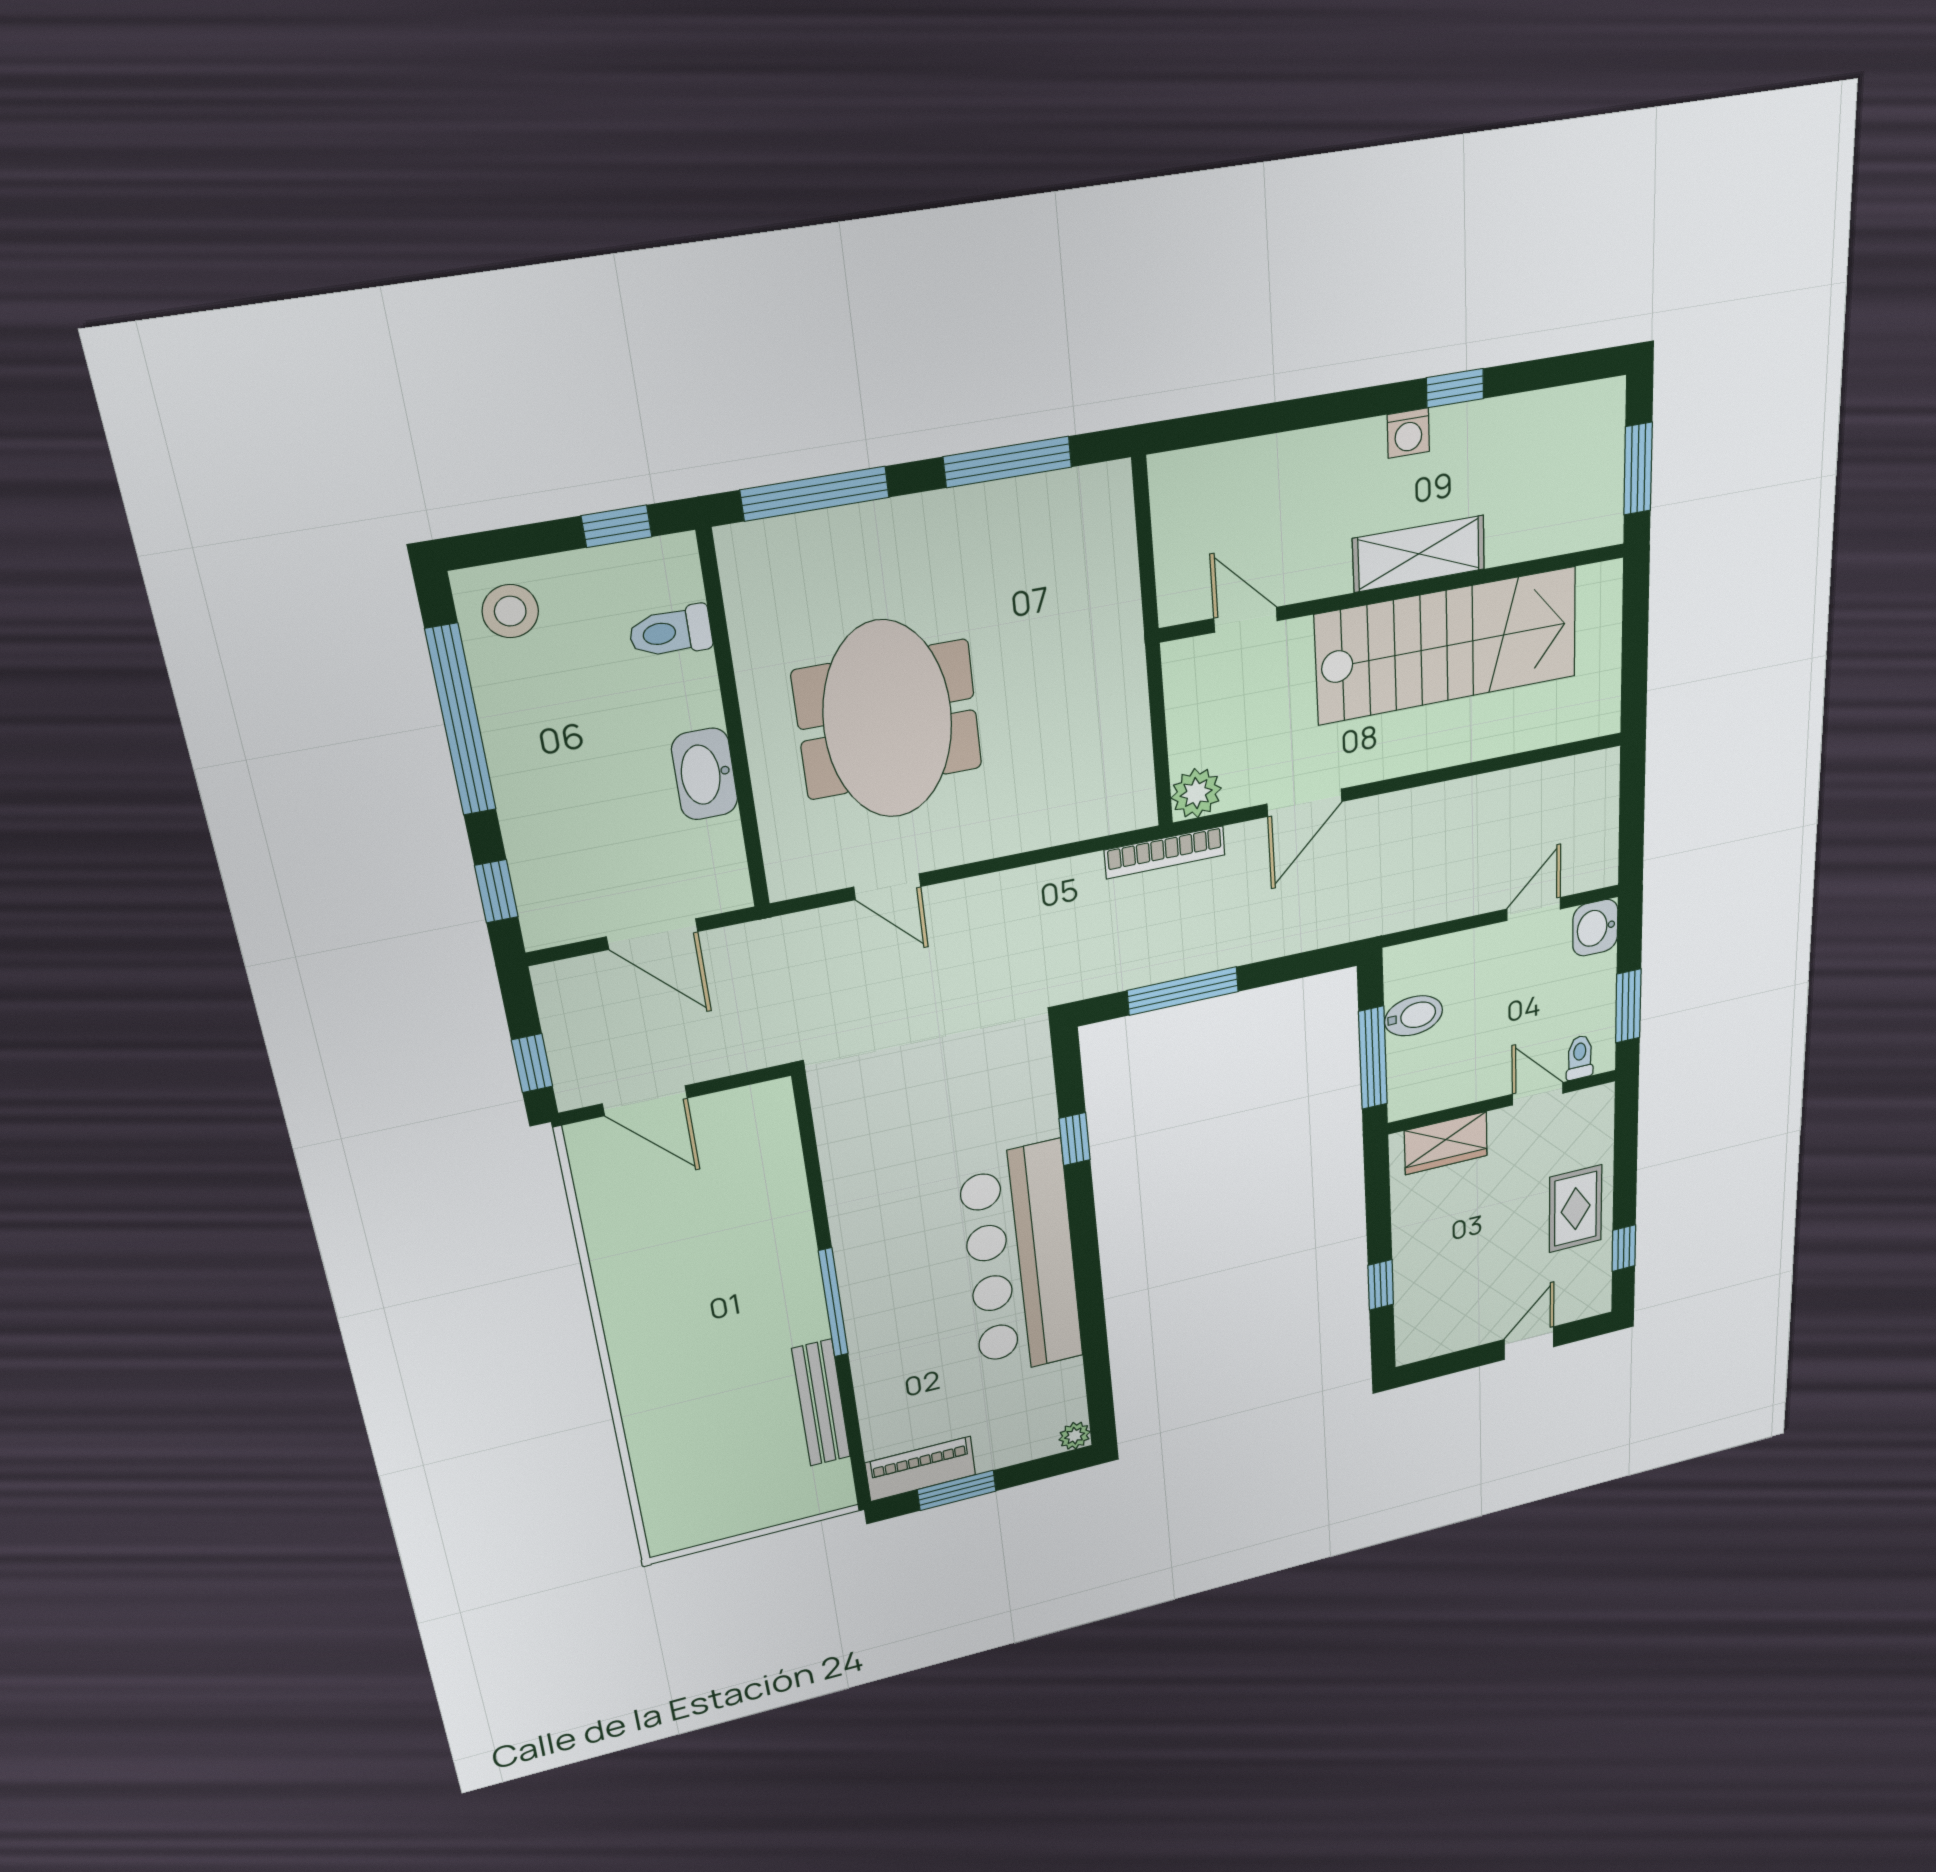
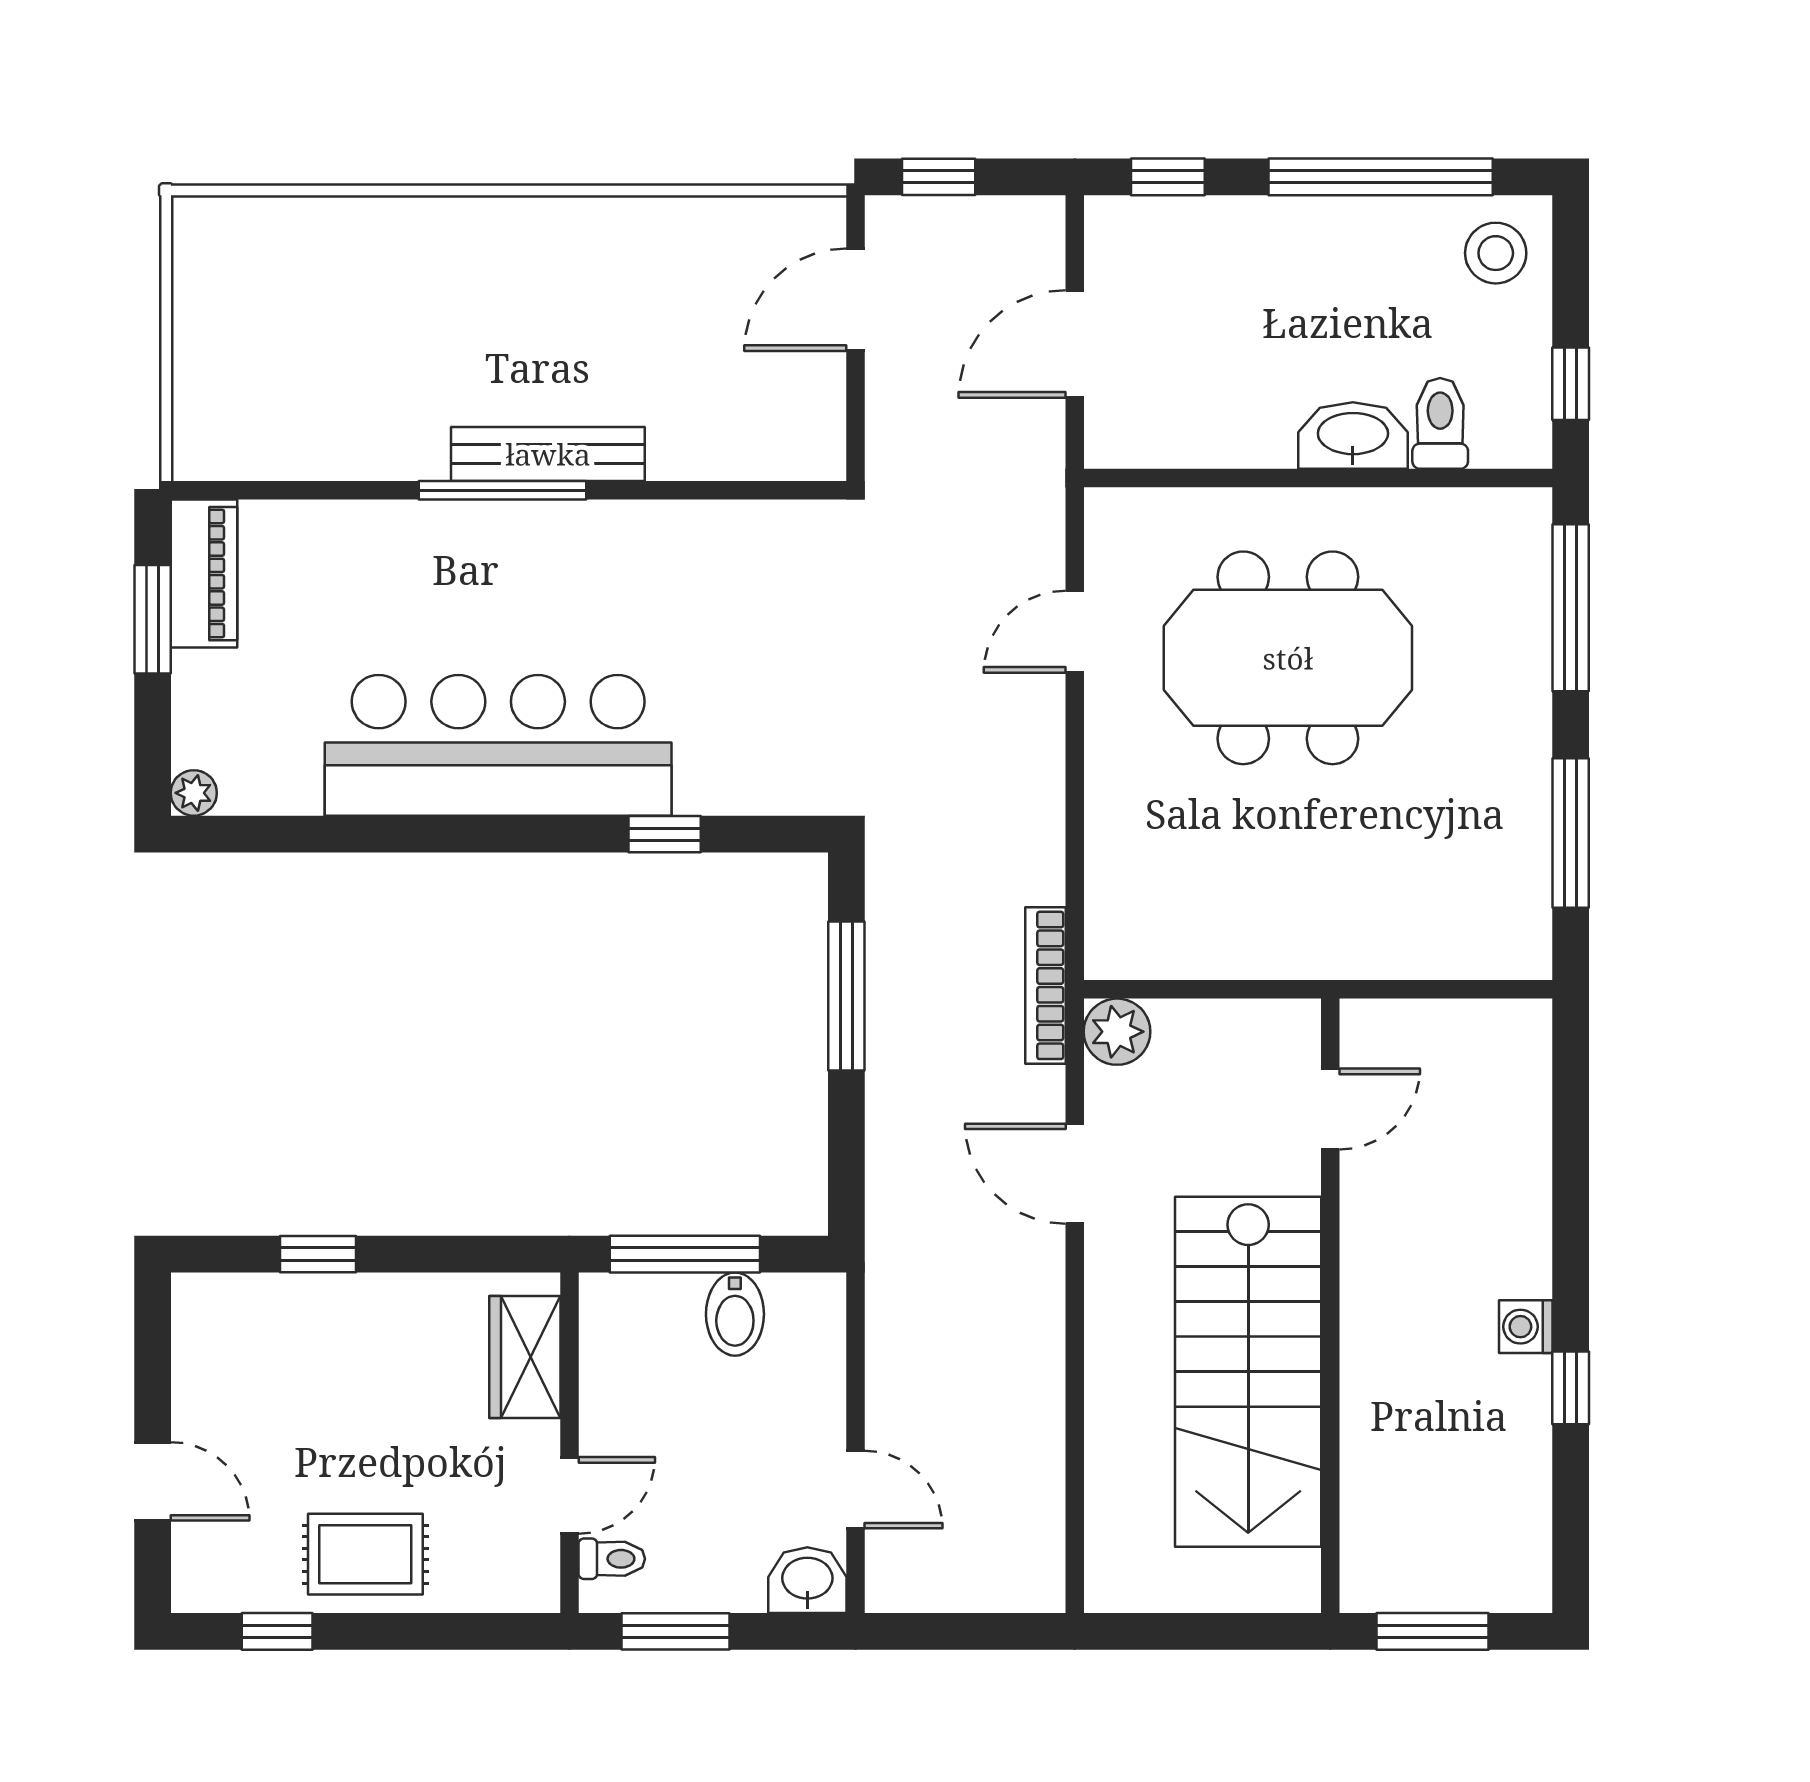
shelving: (1419, 554) -> (1374, 1337), removed
washbasin: (705, 774) -> (1353, 436), moved
bench: (821, 1403) -> (548, 454), moved

